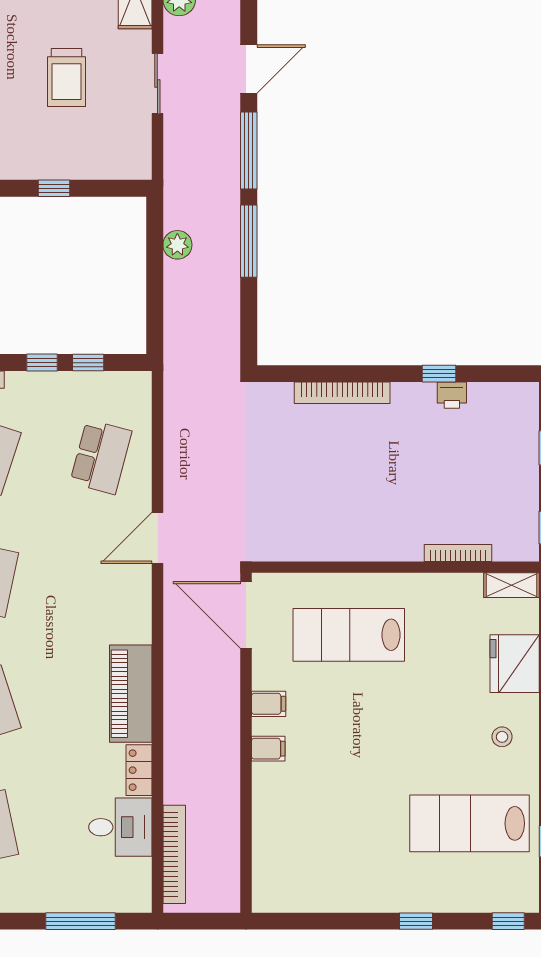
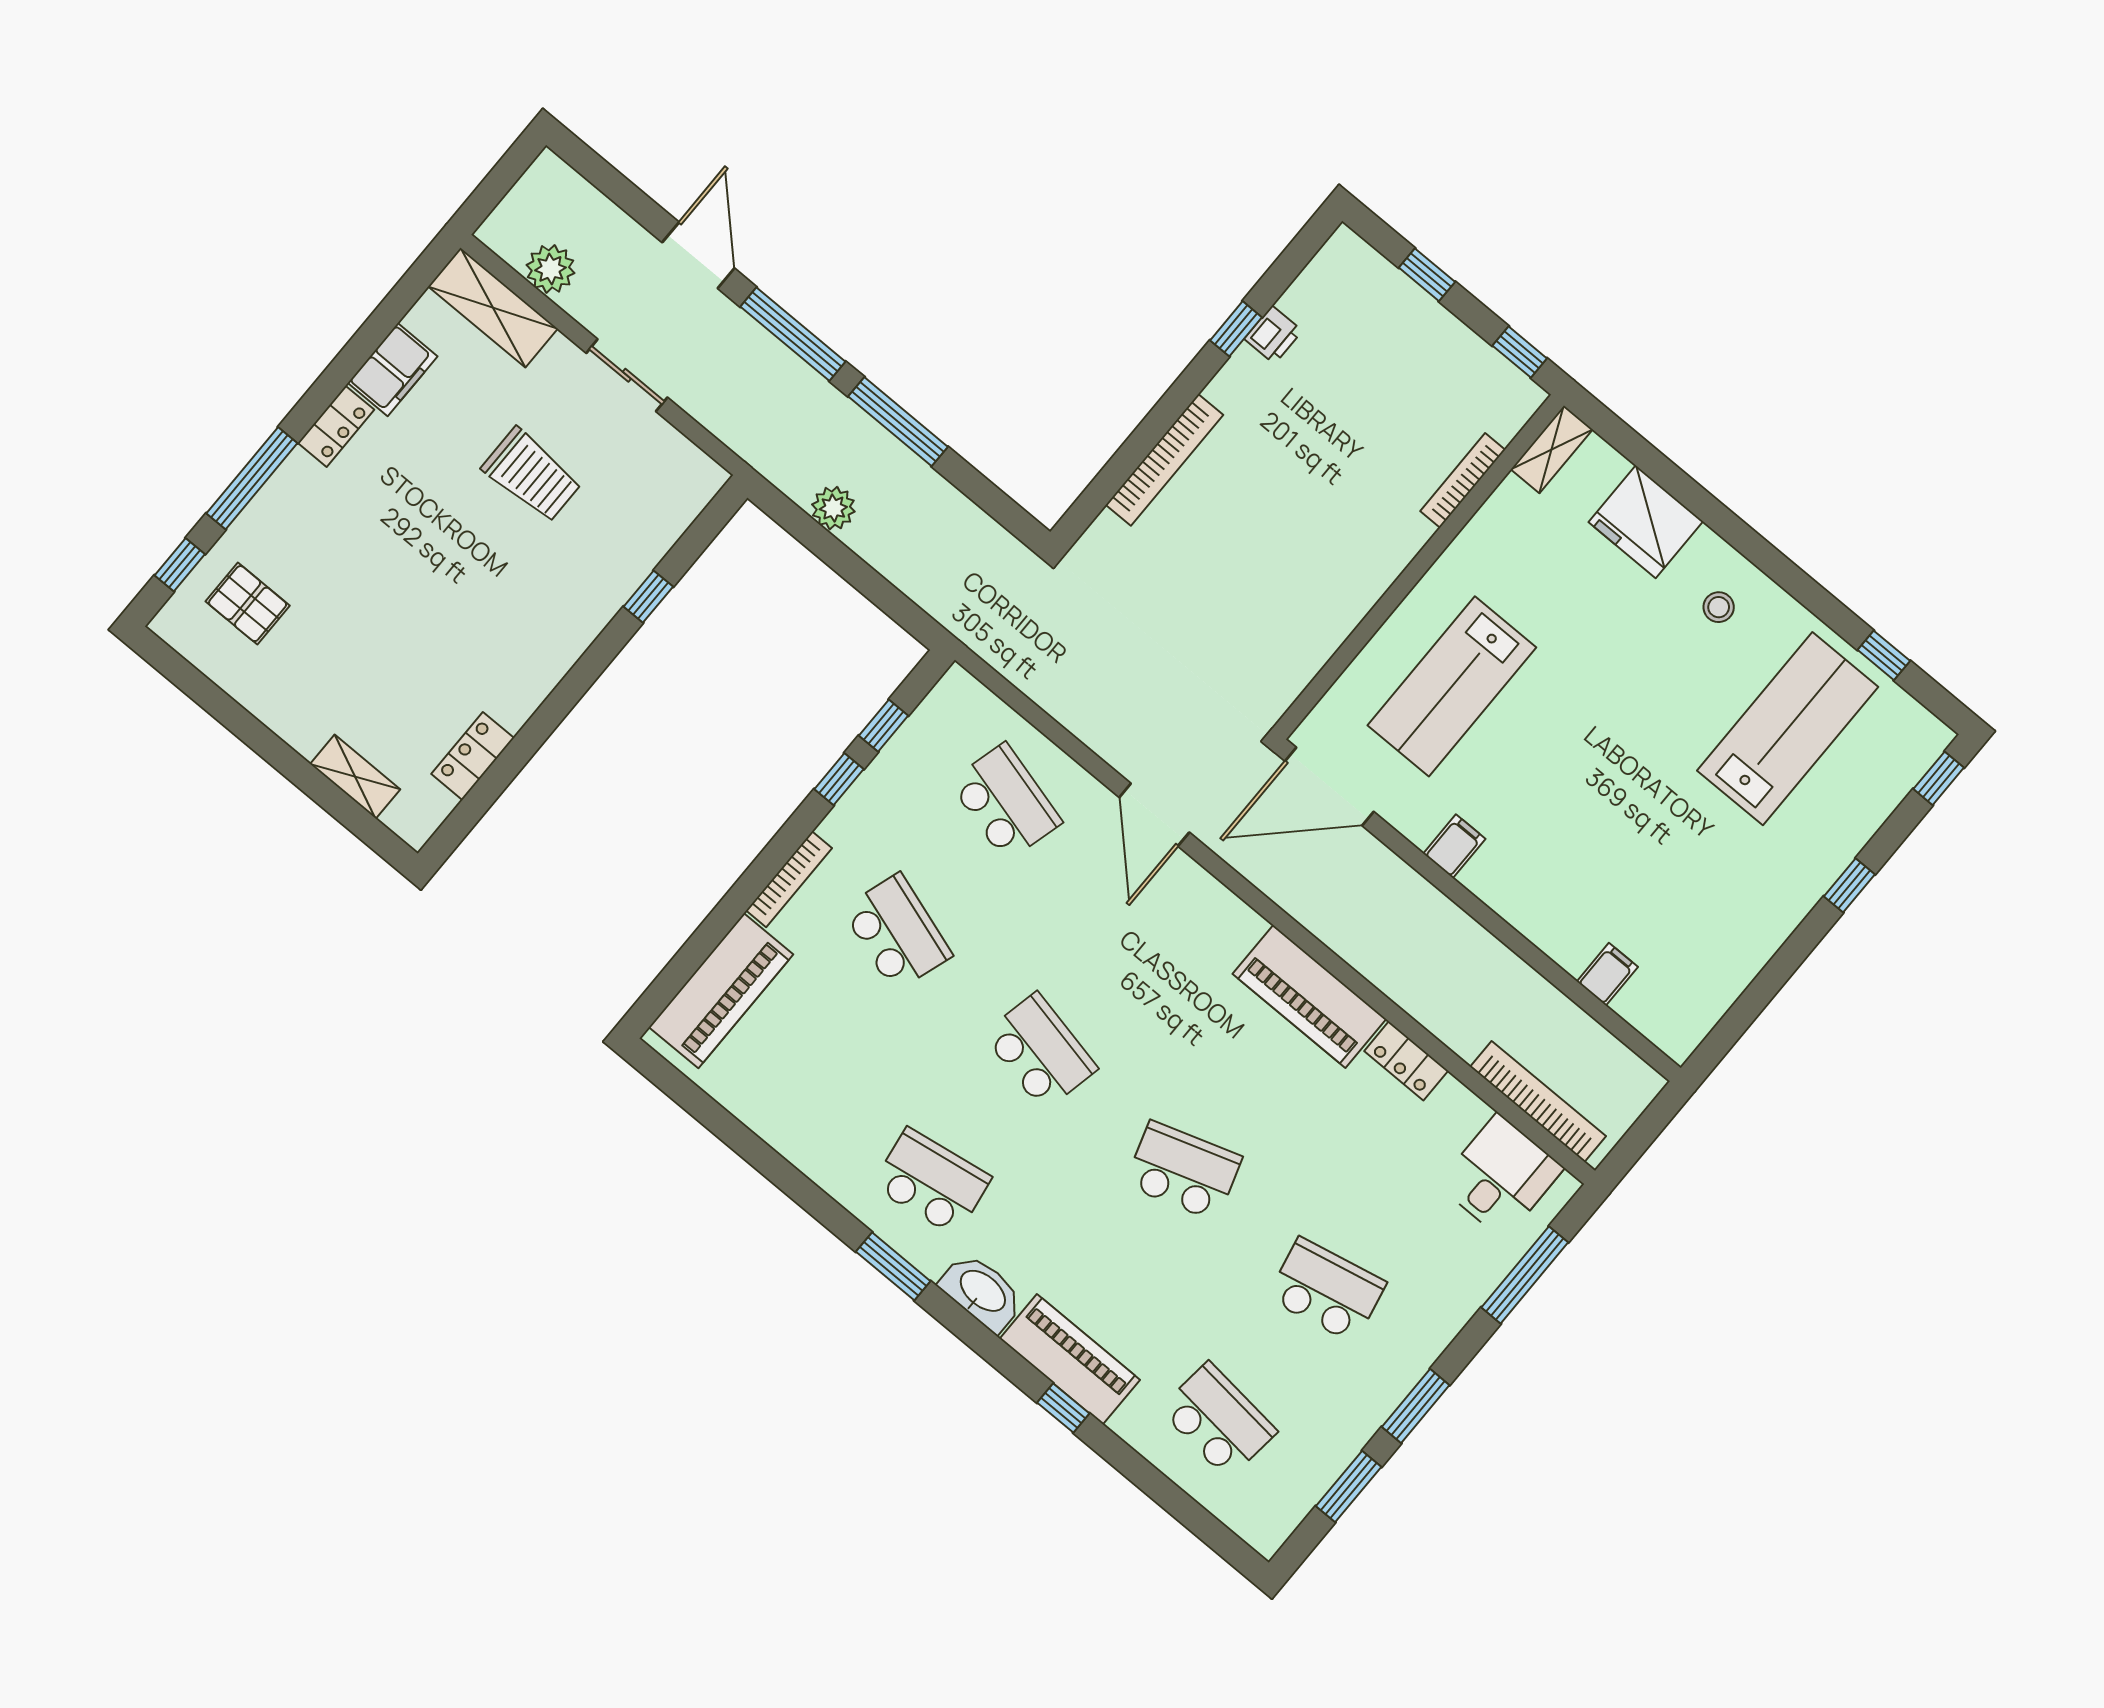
filing cabinet: (268, 749) -> (1607, 974), moved
lab bench: (469, 823) -> (1788, 729), turned 180
desk: (120, 827) -> (1501, 1176), moved

